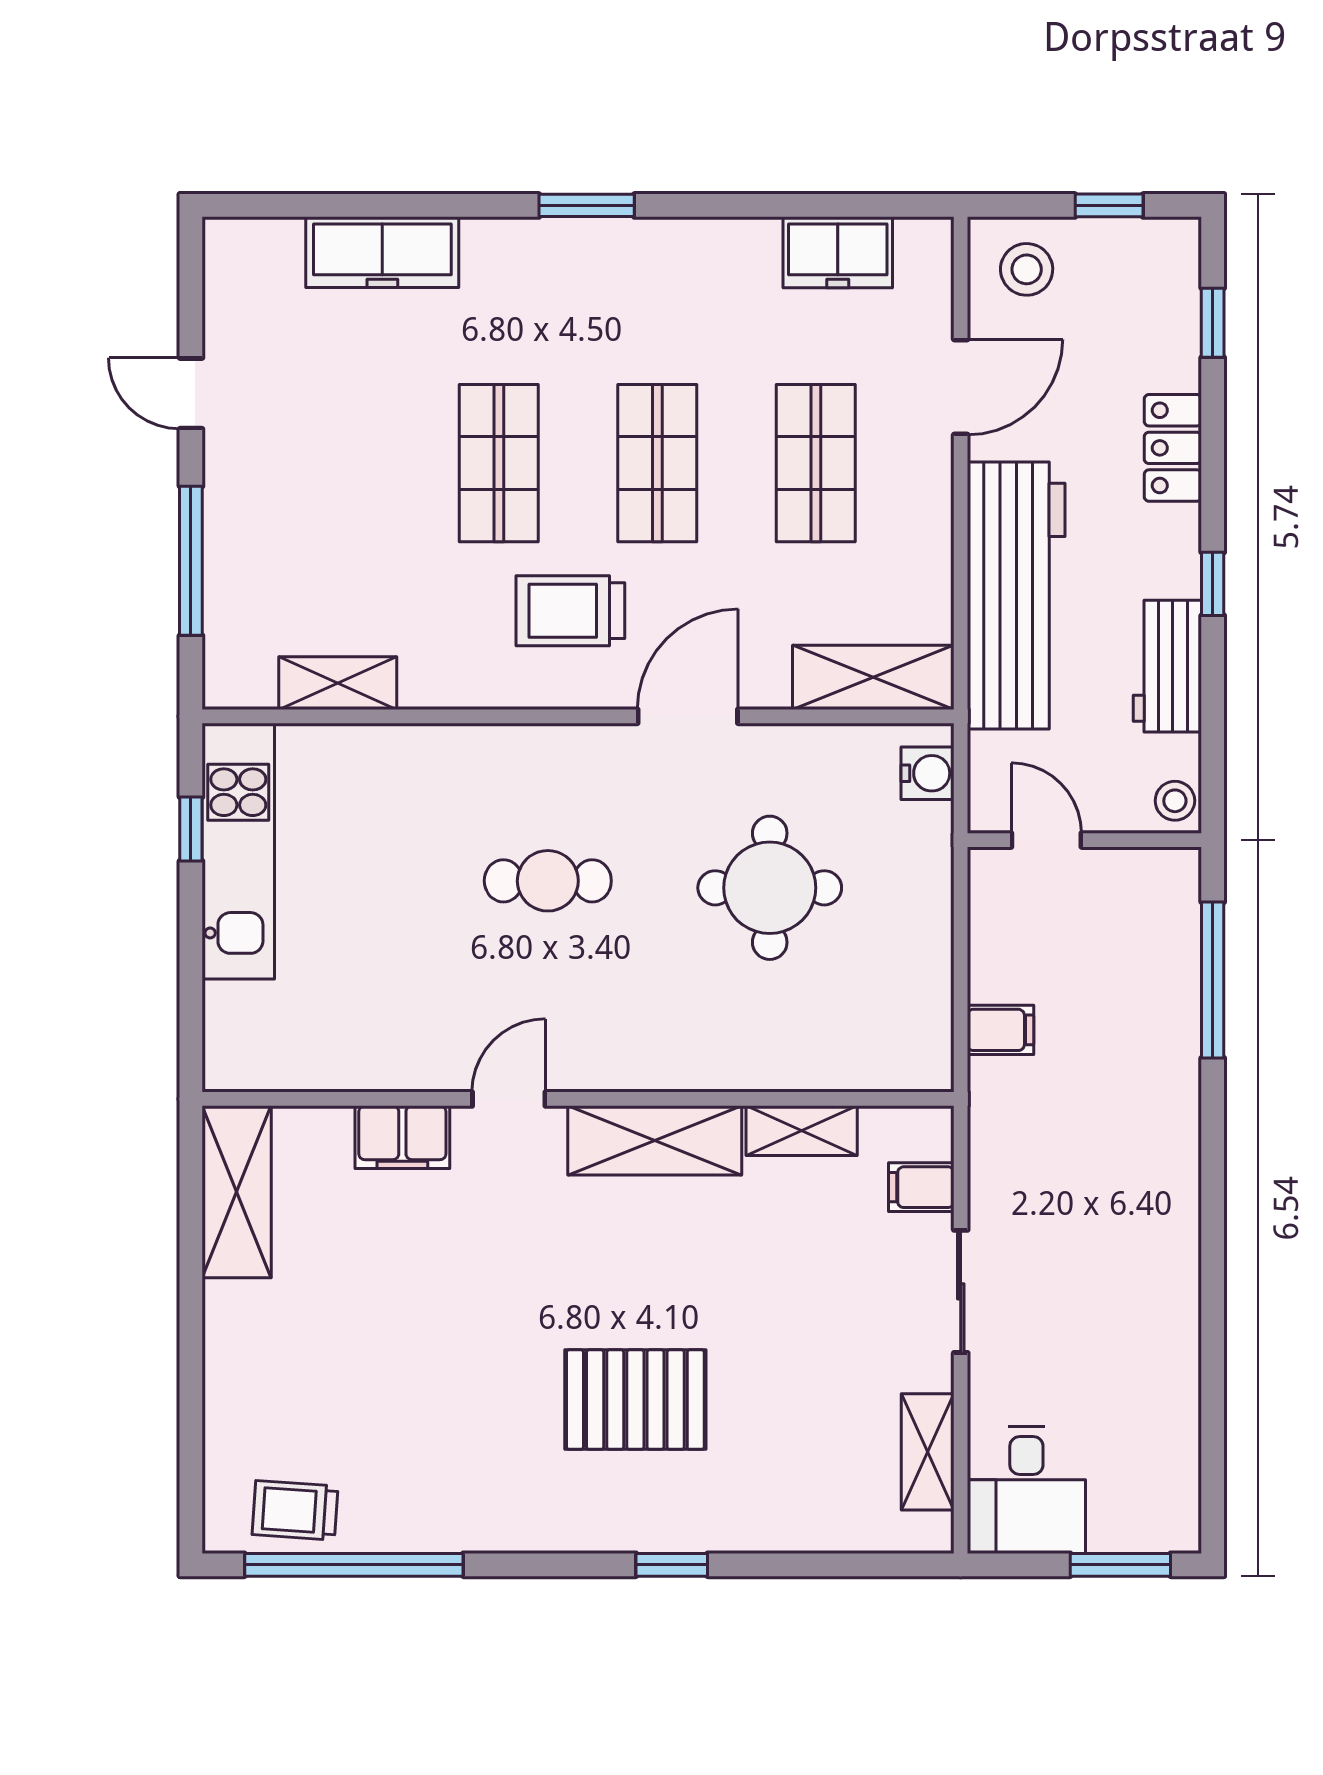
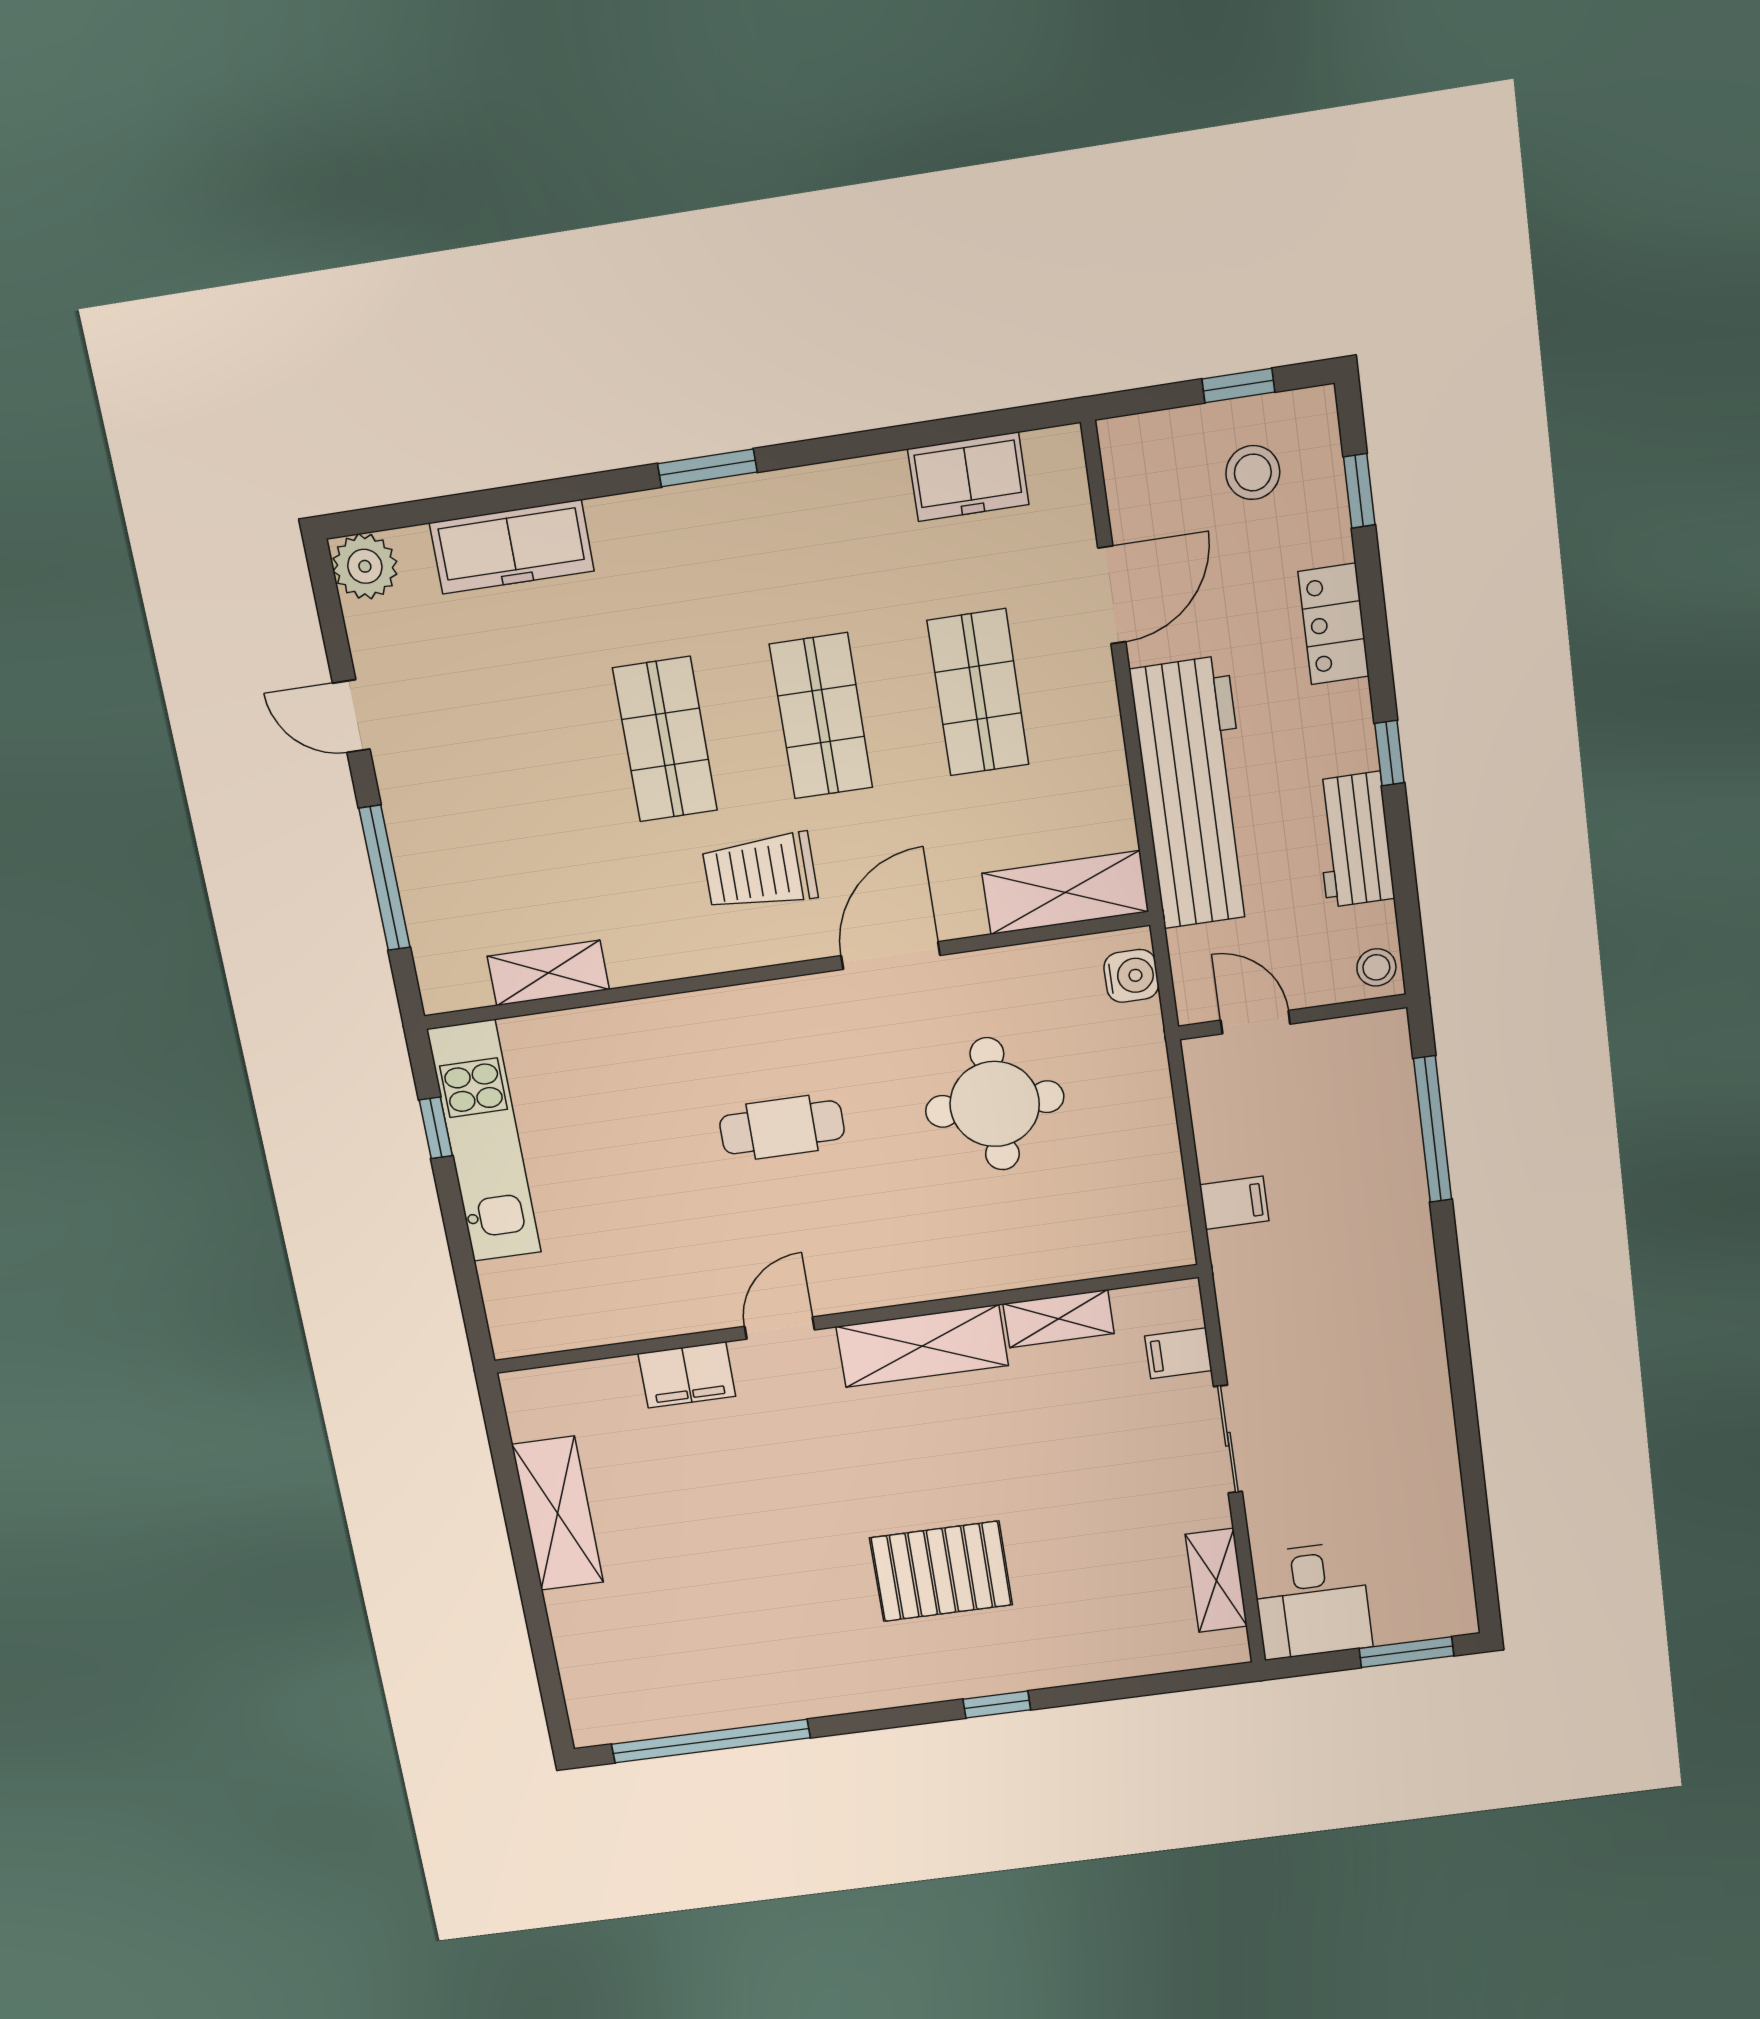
plant: (235, 249) -> (365, 566), added
stool: (1027, 269) -> (1253, 472), moved
shelving: (237, 1192) -> (558, 1514), moved
trolley: (295, 1510) -> (649, 1703), removed

